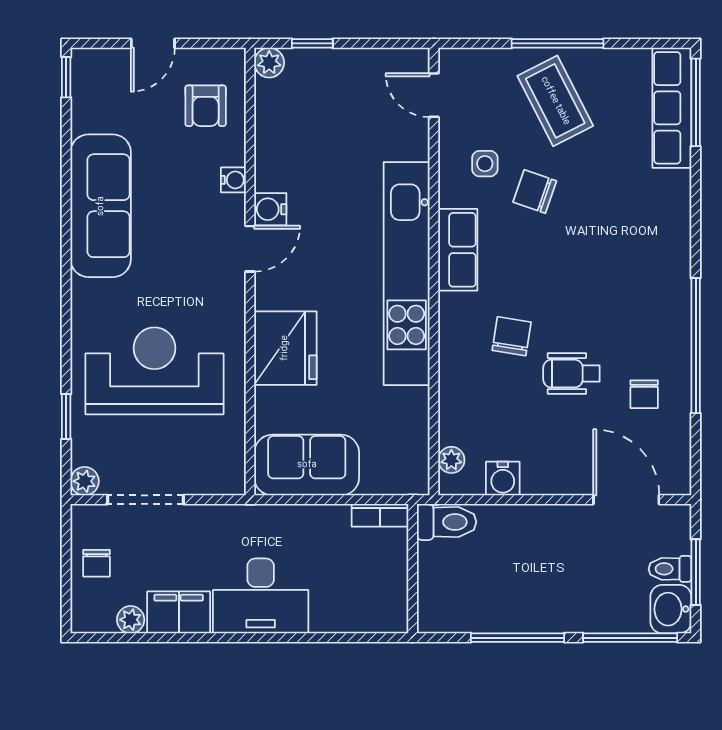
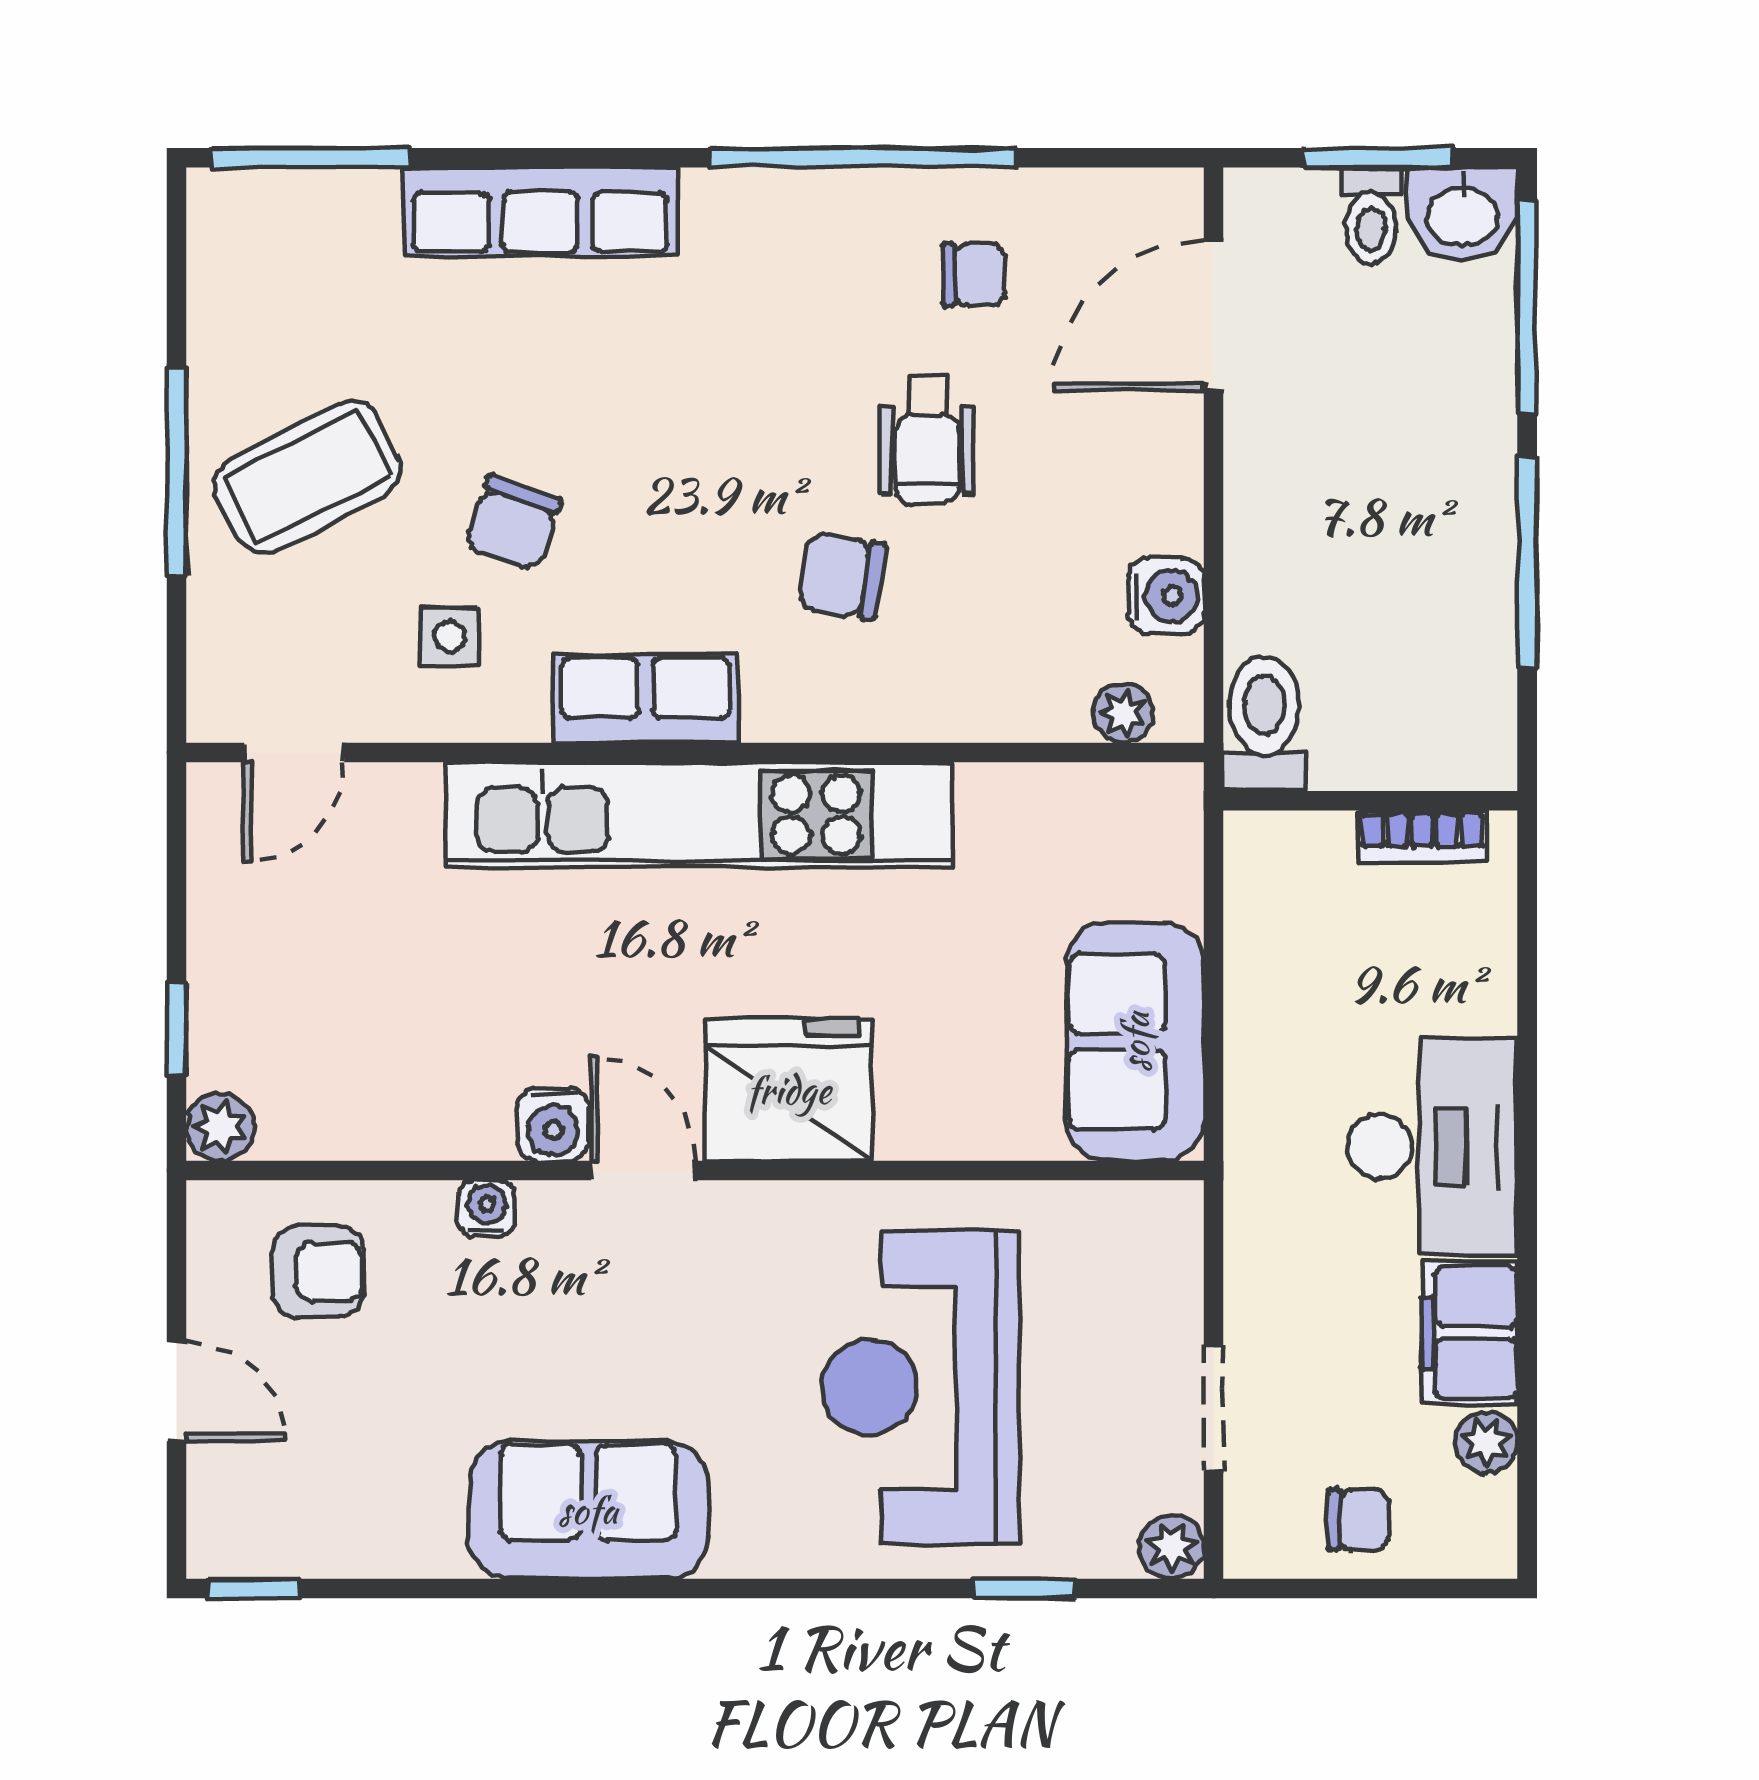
row of seats: (672, 108) -> (540, 212), moved
sofa: (101, 206) -> (588, 1510), width x0.73
fridge: (285, 348) -> (789, 1090), moved
doorway: (146, 500) -> (1214, 1408), width x0.73
bookcase: (380, 515) -> (1422, 836), moved, turned 90

